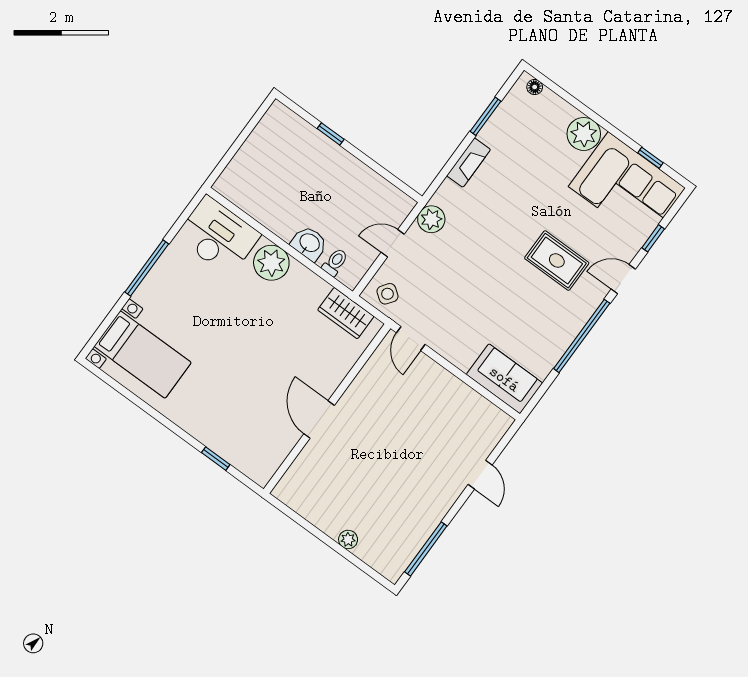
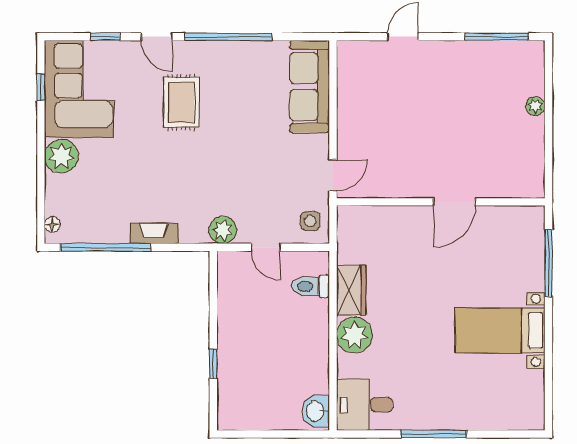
window: (486, 116) -> (106, 247), width x2.11
desk: (218, 236) -> (364, 405), width x0.73
washbasin: (309, 243) -> (316, 411), moved
toilet: (335, 262) -> (310, 286), width x1.37, depth x1.39
side table: (388, 294) -> (310, 221), turned -36
wardrobe: (346, 313) -> (351, 290), moved
bed with nightstands: (143, 354) -> (500, 330), moved, turned -90
sofa: (504, 379) -> (310, 87), width x1.36
window: (216, 459) -> (548, 263), width x2.17

